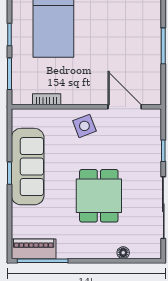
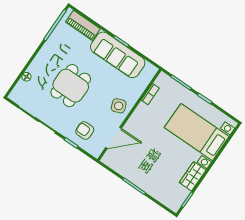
armchair: (139, 145) -> (85, 131), added
dining table: (99, 196) -> (71, 86), turned 90
piano: (34, 249) -> (83, 25), moved, turned 90

